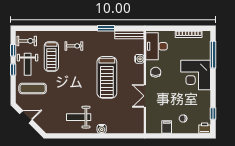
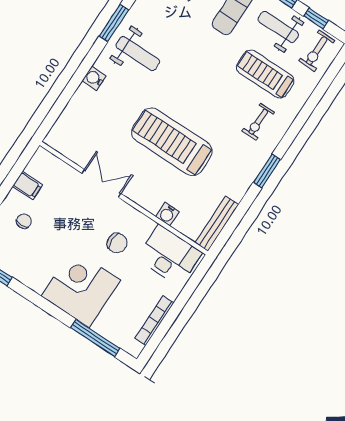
window: (106, 28) -> (267, 171), moved
chair: (156, 72) -> (117, 243), moved
weight bench: (79, 117) -> (138, 54), turned 90
window: (72, 136) -> (114, 23), added

